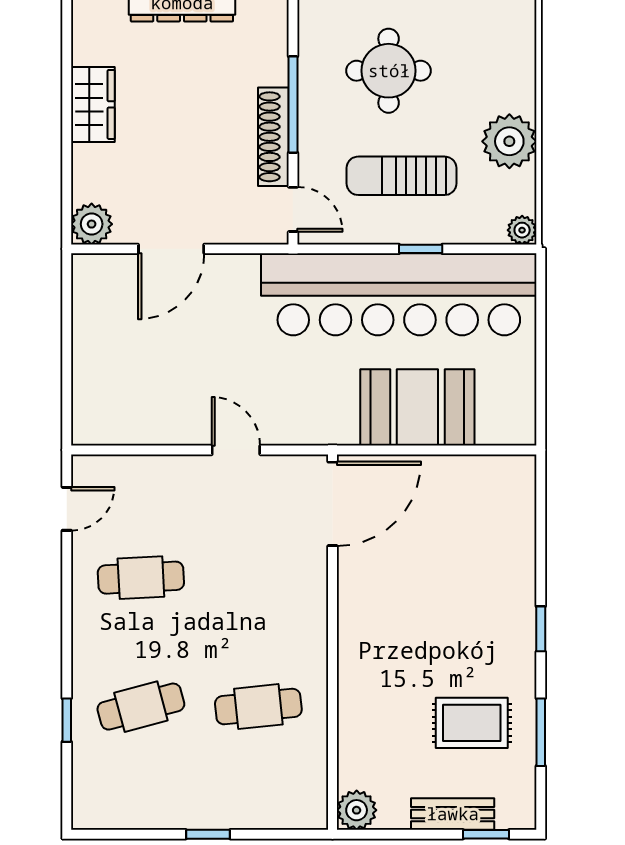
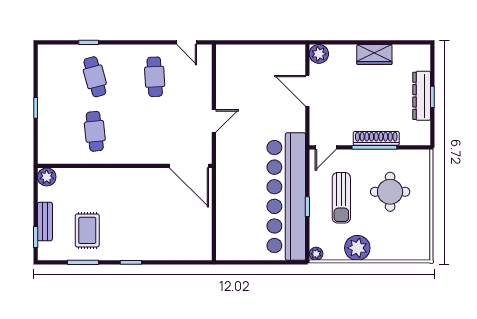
shoe rack: (273, 137) -> (376, 138), moved
sun lounger: (401, 176) -> (341, 198), turned 180
booth: (417, 407) -> (234, 205), removed

